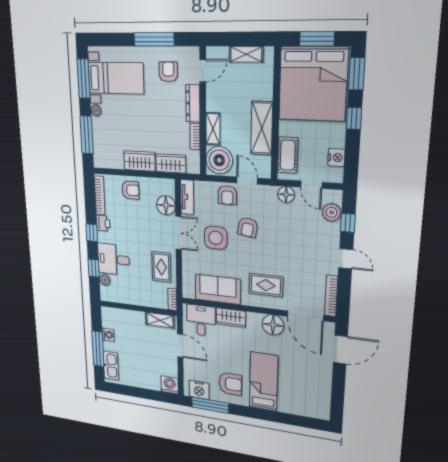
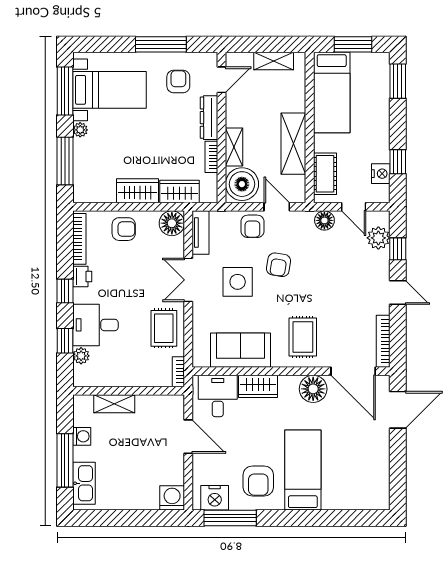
bed: (313, 84) -> (332, 93), width x0.49
window: (354, 118) -> (398, 162), moved
floor lamp: (166, 205) -> (172, 223), moved
double door: (179, 233) -> (188, 280), swing flipped
rug: (266, 285) -> (303, 337), turned 90
shelving: (160, 320) -> (114, 404), moved
armchair: (230, 384) -> (258, 481), turned 90

